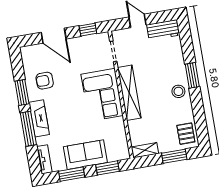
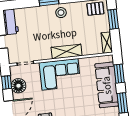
floor lamp: (85, 45) -> (18, 86), added
shelving: (129, 93) -> (67, 52), width x0.68
sofa: (85, 155) -> (107, 85), width x1.36

